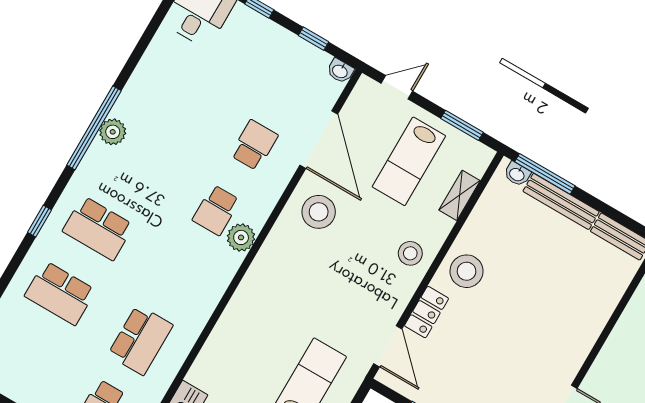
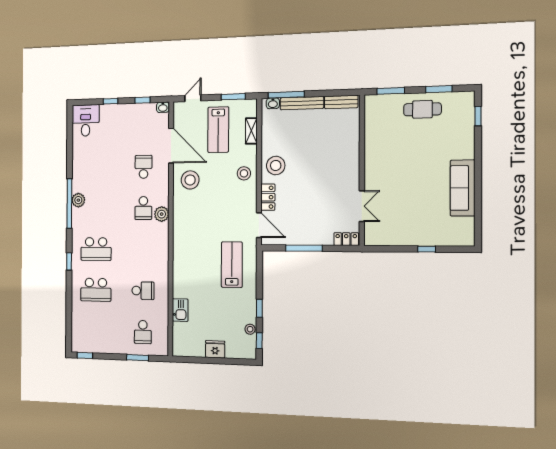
school desk: (140, 340) -> (143, 291), width x0.54

